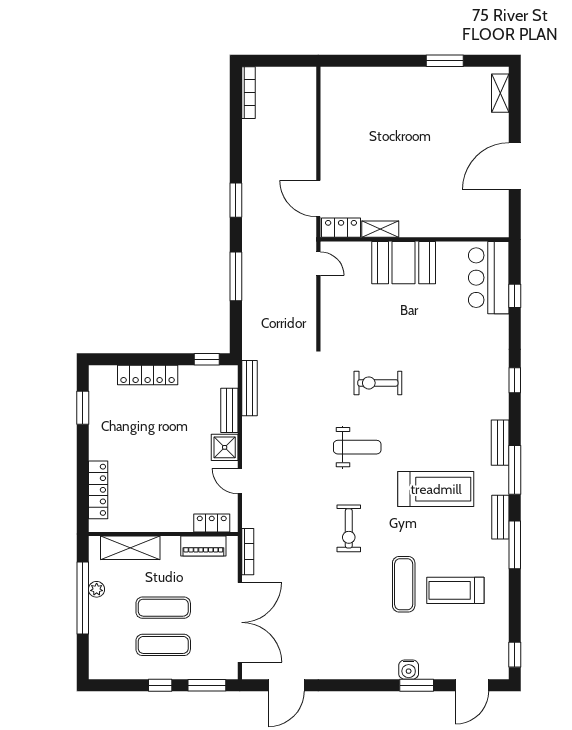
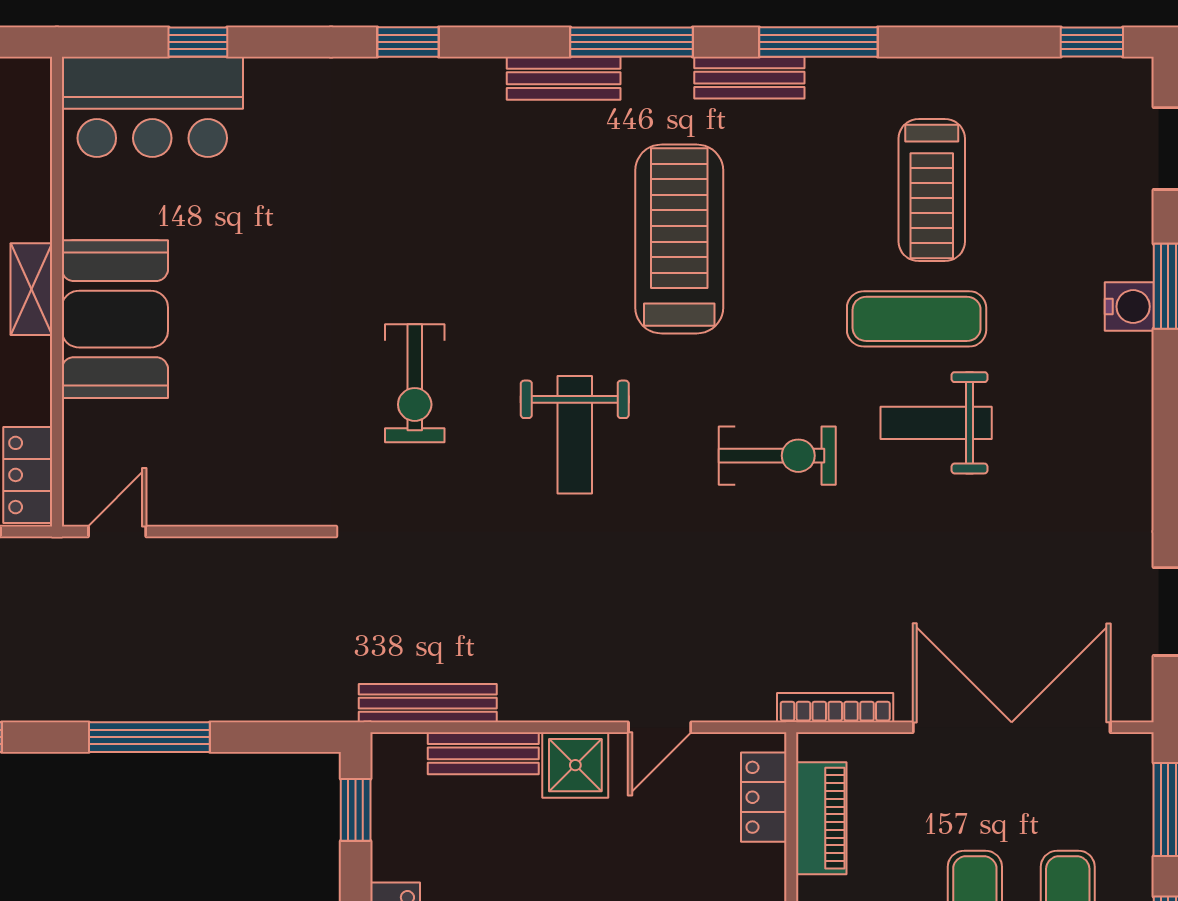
shelving: (380, 229) -> (31, 289), moved
weight bench: (357, 447) -> (575, 435), turned 180
weight bench: (362, 592) -> (936, 423), added

